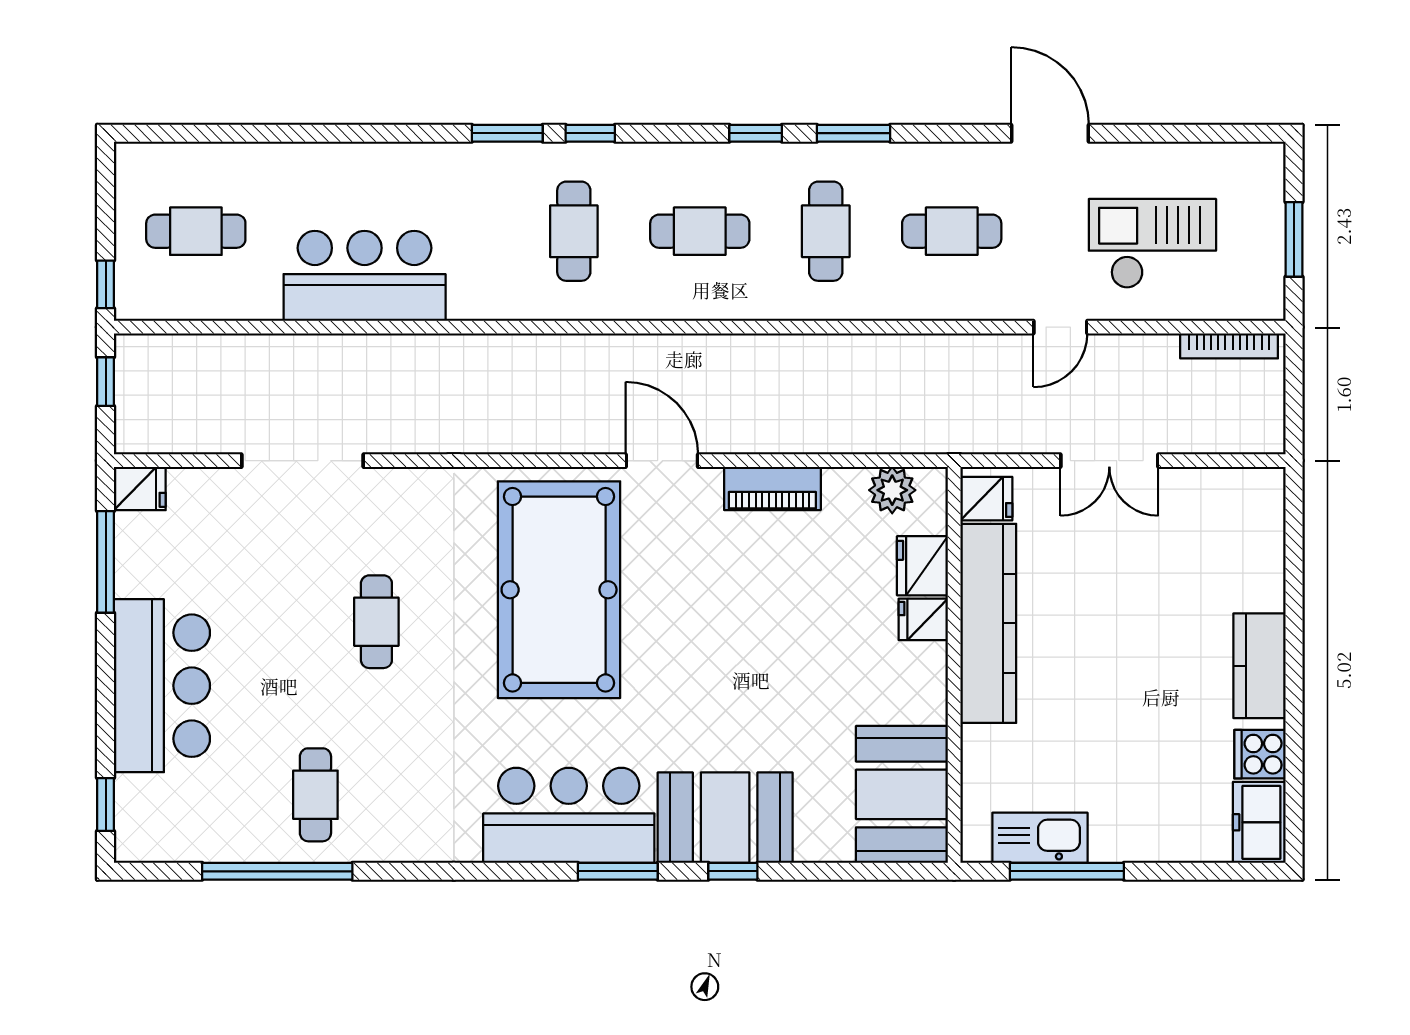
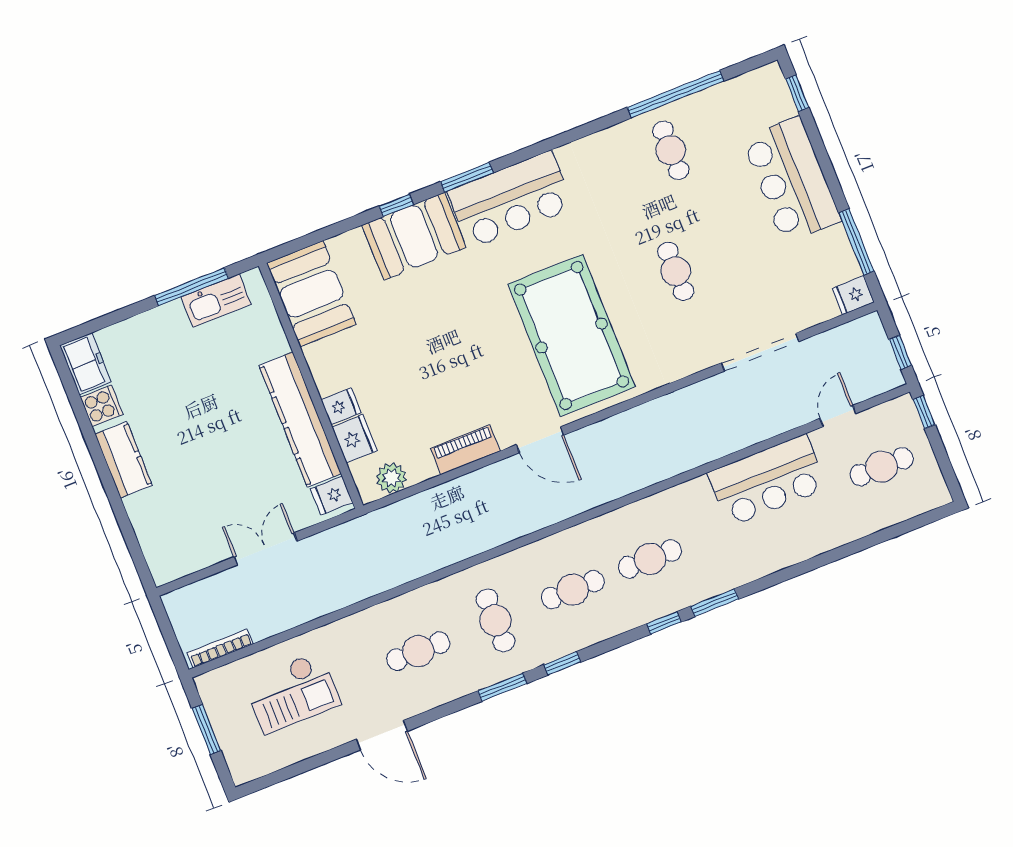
cafe table: (574, 231) -> (650, 559), turned 90
door: (1060, 327) -> (838, 416), moved

